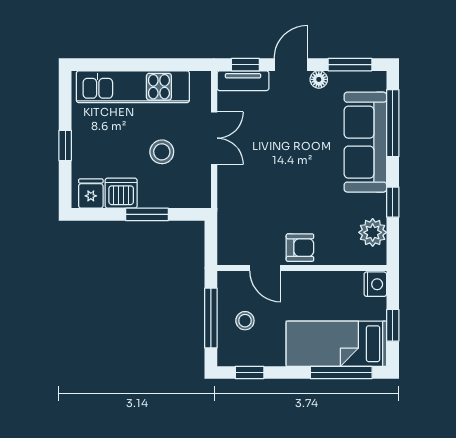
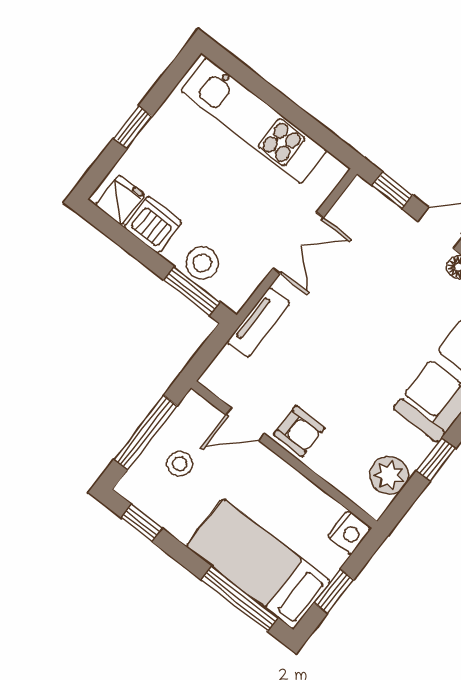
tv unit: (243, 81) -> (258, 322), moved, turned -90
stool: (162, 152) -> (202, 263), moved
window: (147, 214) -> (192, 291), moved
door: (265, 268) -> (245, 424), hinge flipped

